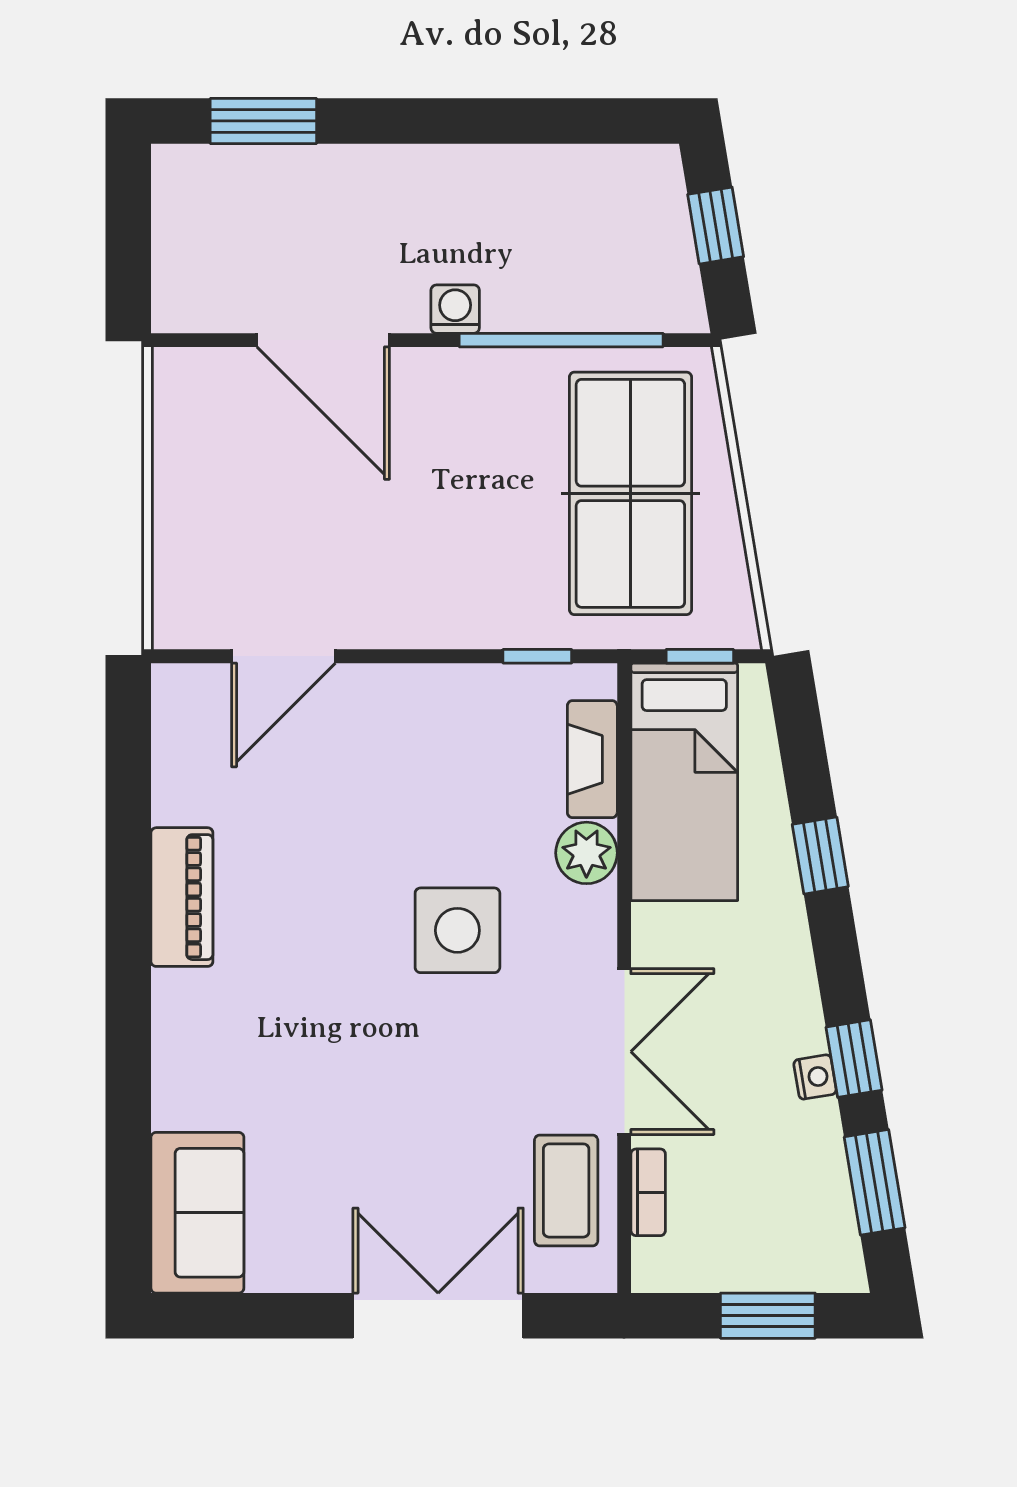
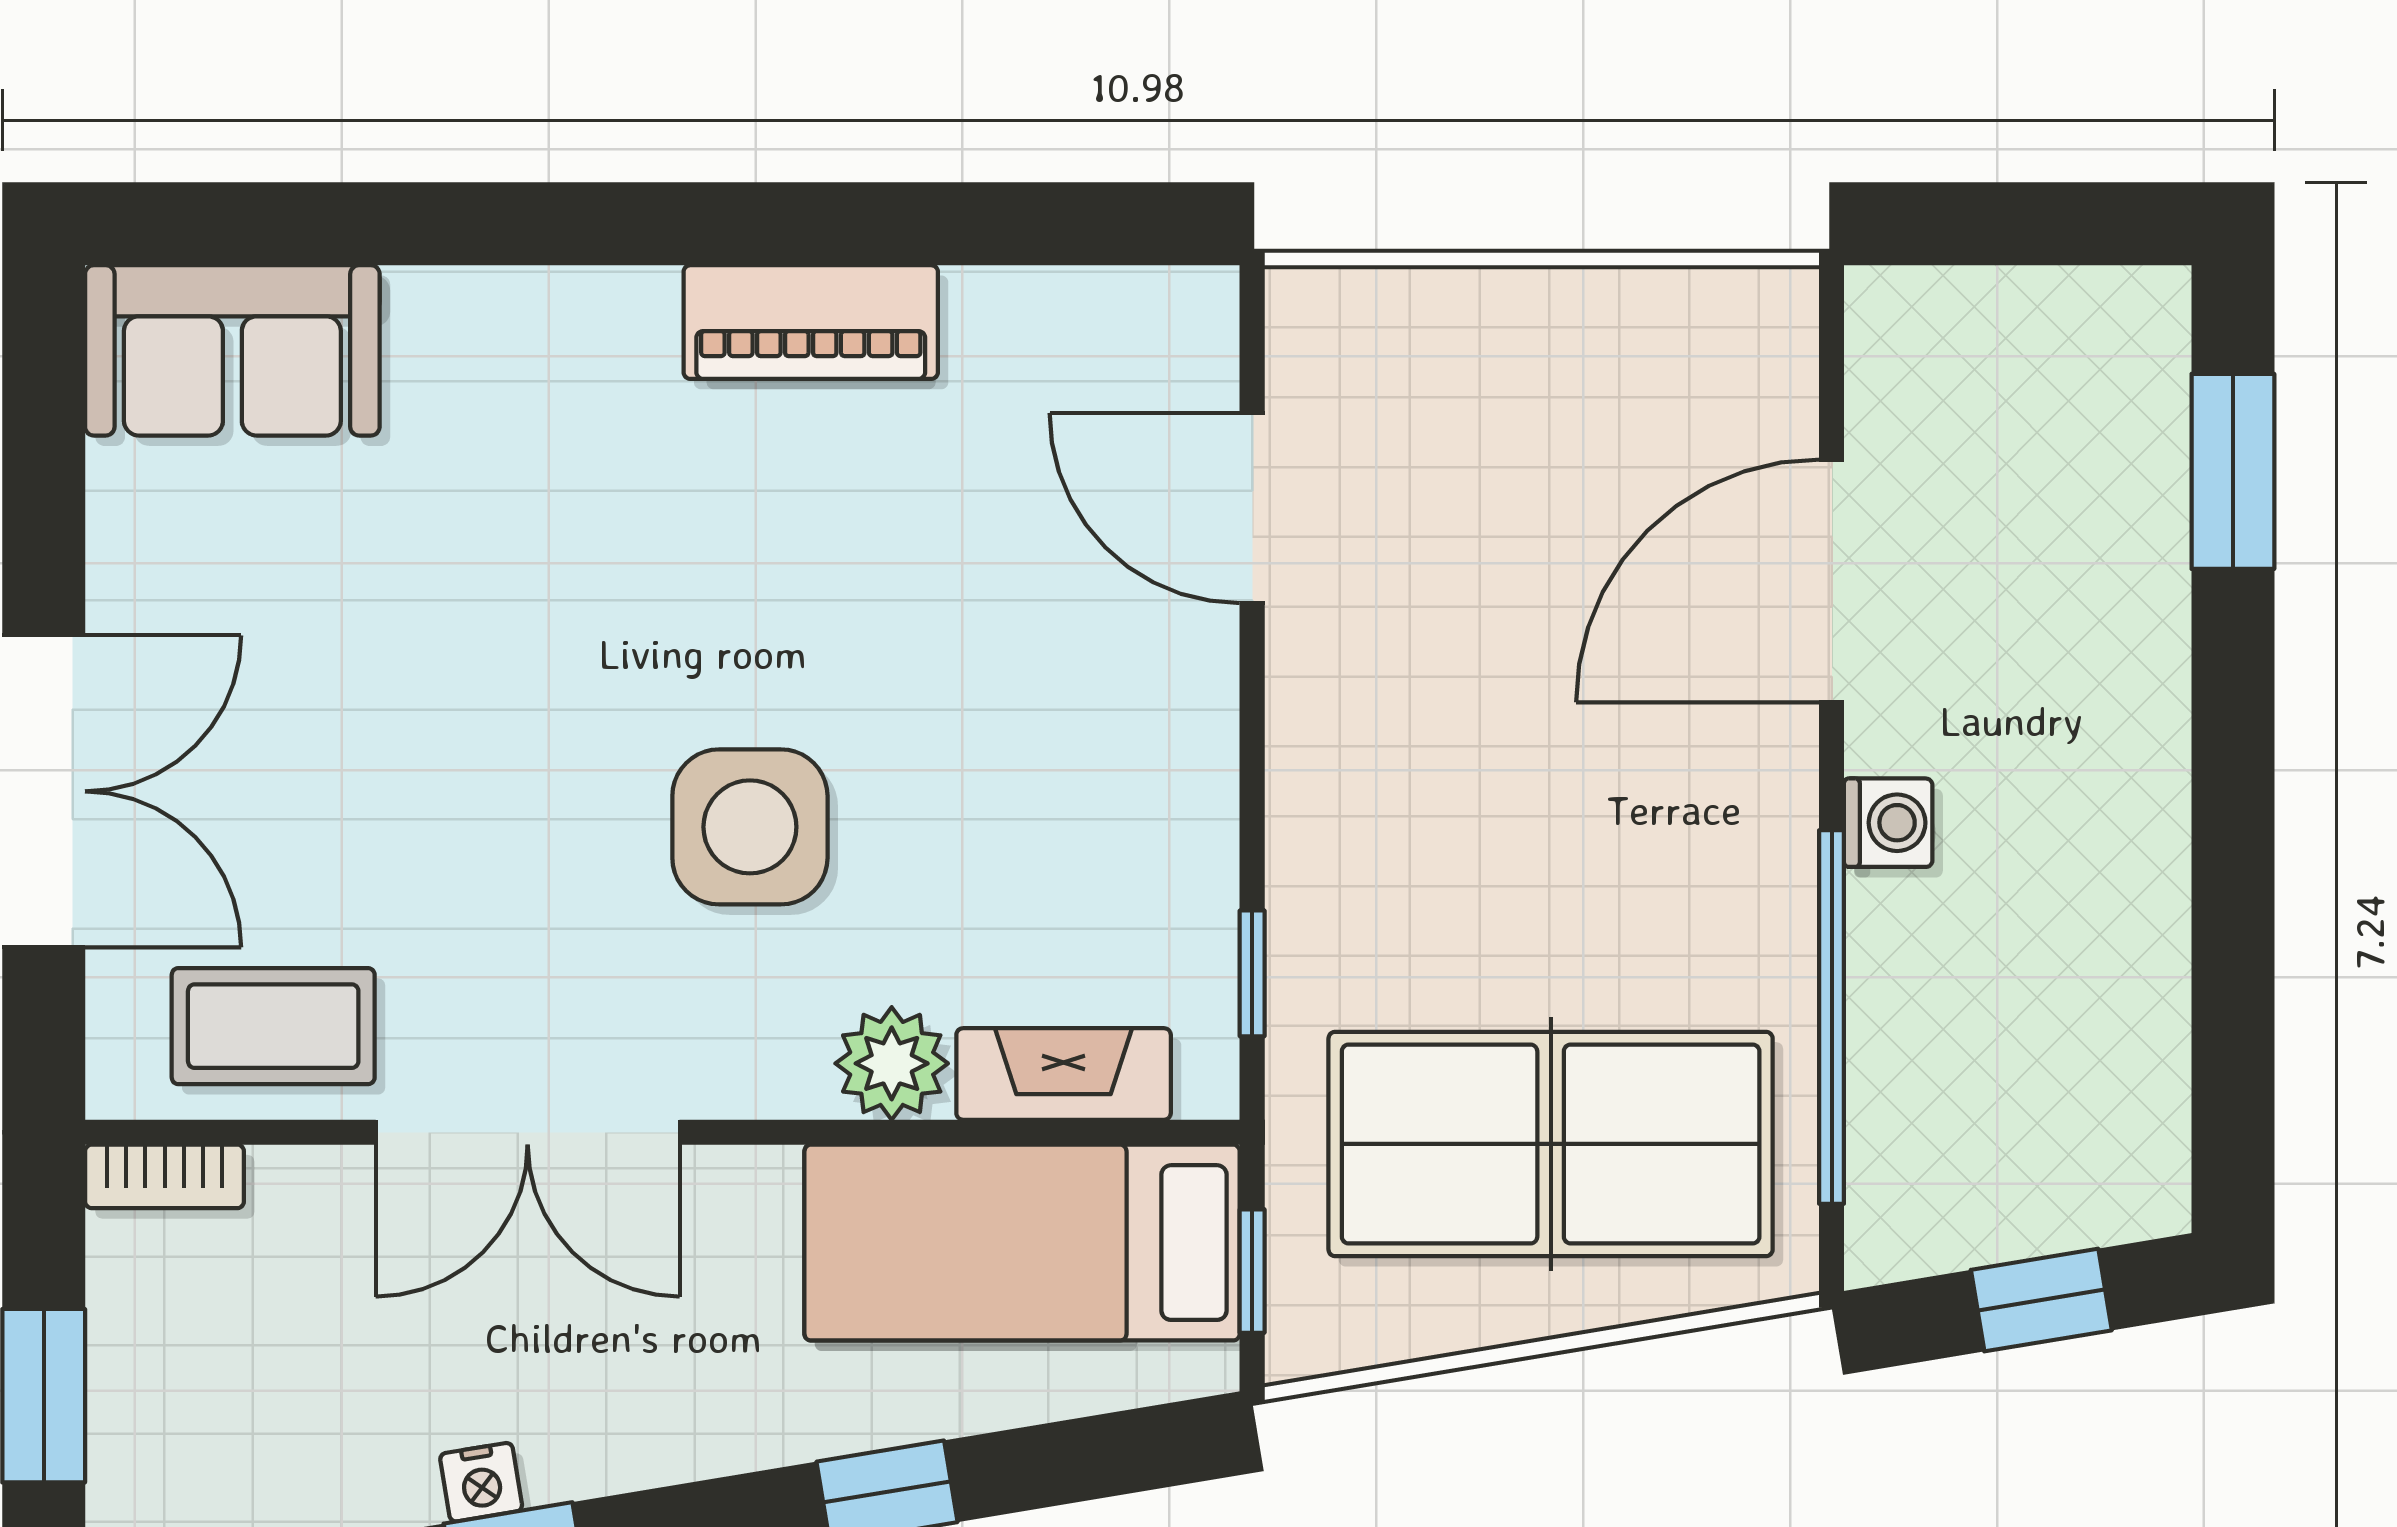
bookcase: (648, 1192) -> (165, 1176), moved

